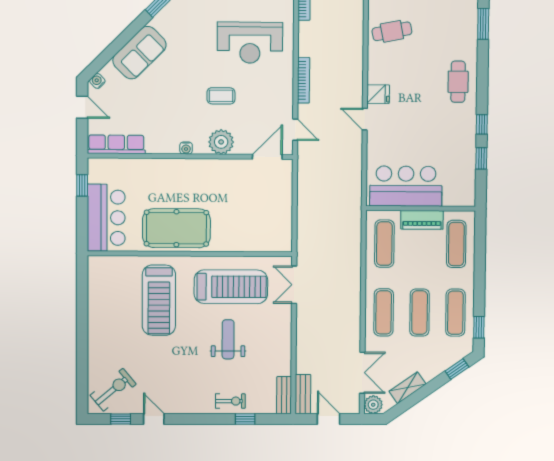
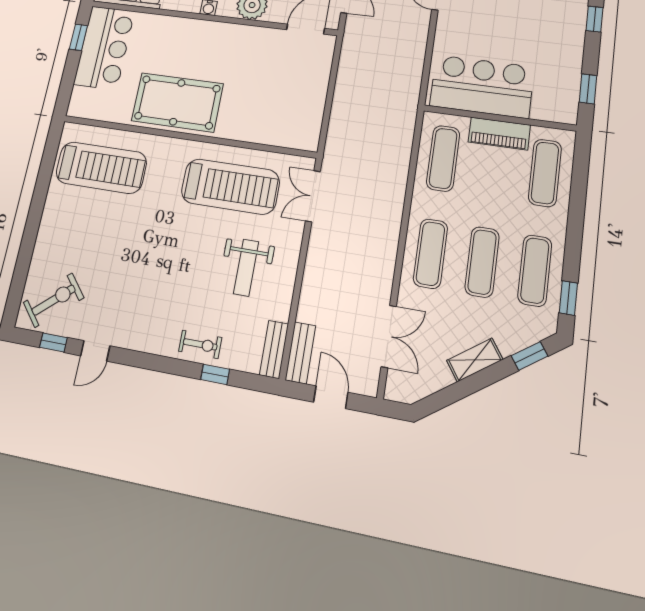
window: (481, 158) -> (588, 89), moved
bar counter: (106, 218) -> (104, 48), moved
treadmill: (159, 300) -> (101, 168), moved, turned -90
weight bench: (228, 339) -> (246, 268), moved, turned 180
shelving: (407, 388) -> (475, 360), moved
plant: (373, 405) -> (398, 388), removed
door: (154, 419) -> (95, 351), swing flipped

